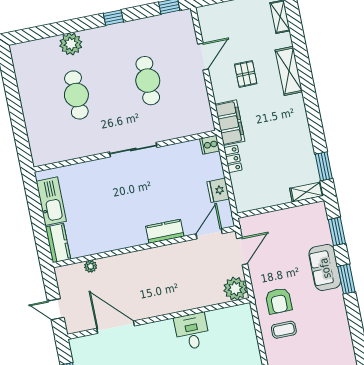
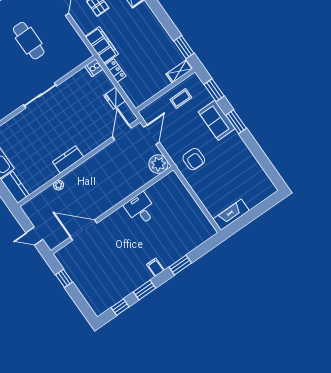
kitchen counter: (165, 231) -> (68, 159), moved
plant: (91, 266) -> (59, 185), moved
coffee table: (284, 330) -> (181, 99), moved

